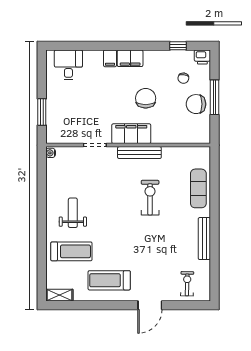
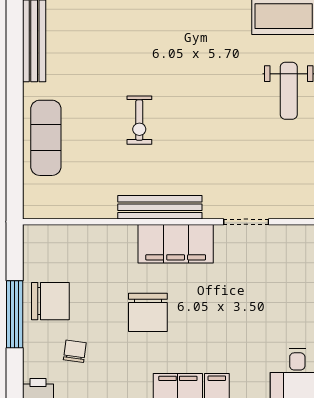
exercise bike: (150, 198) -> (139, 120), width x0.73, depth x0.72

